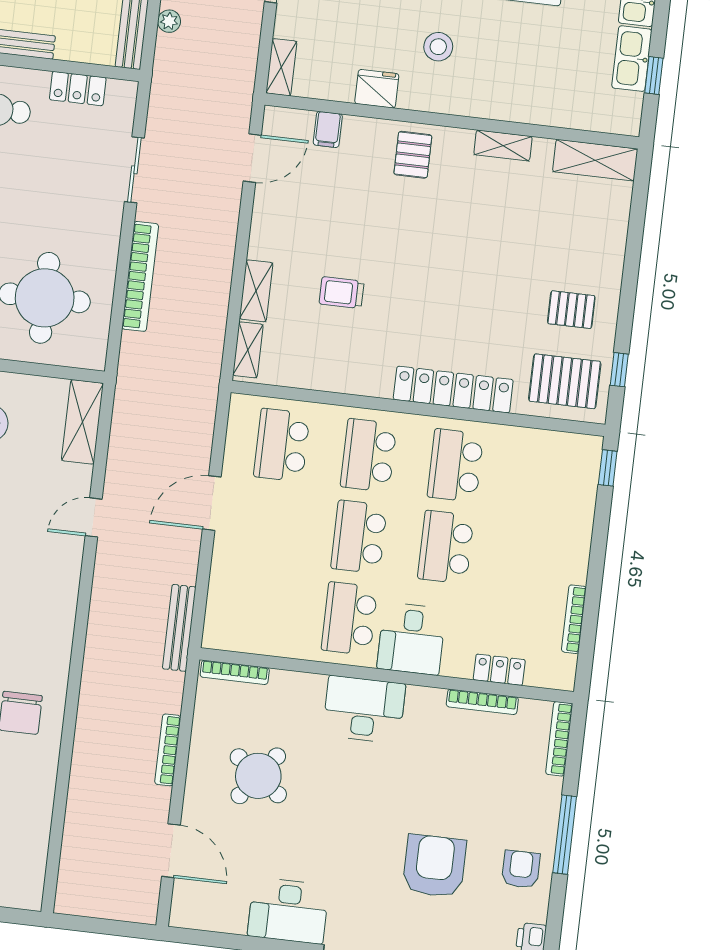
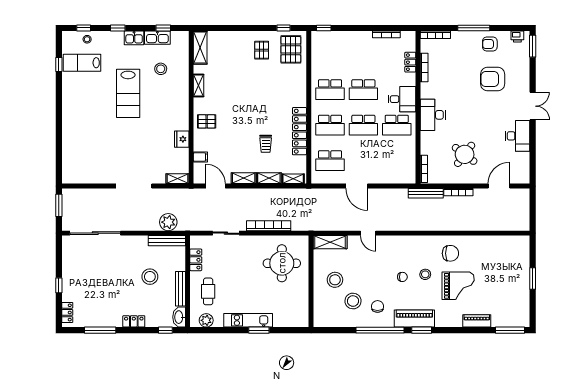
plant: (169, 21) -> (168, 222), width x1.88, depth x1.88
stool: (438, 47) -> (161, 69), moved
shelving: (263, 229) -> (244, 178), added
locker: (453, 390) -> (299, 131), moved
bench: (179, 628) -> (426, 193), moved

